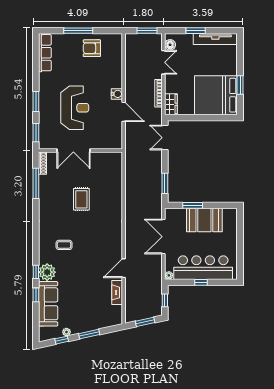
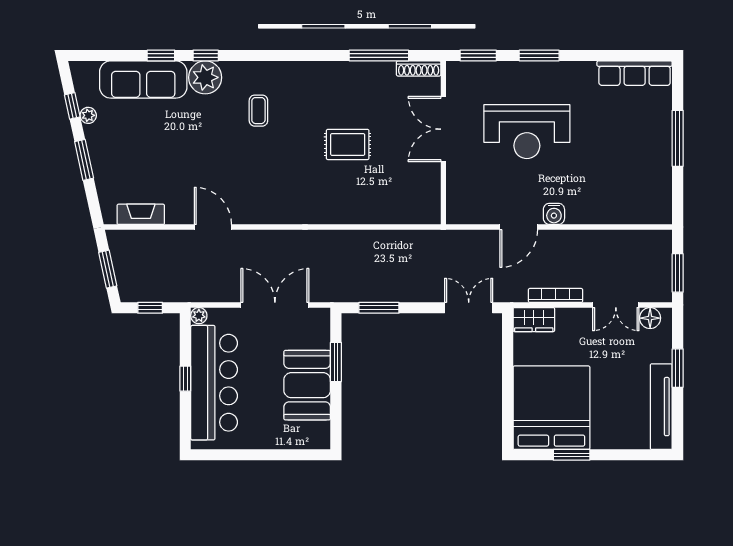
armchair: (92, 48) -> (643, 165), removed
fireplace: (117, 292) -> (141, 214), moved

